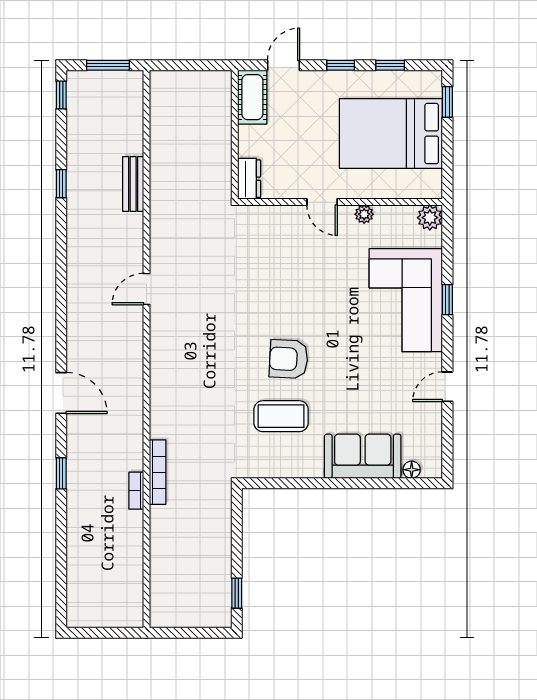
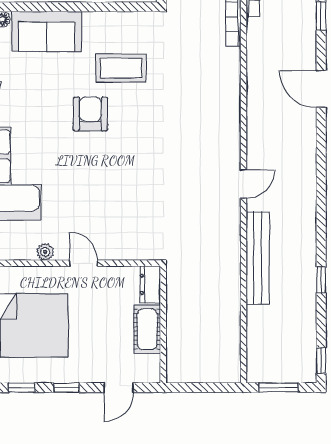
cot: (252, 97) -> (147, 329), moved
bench: (133, 184) -> (258, 258), width x1.86, depth x1.21
armchair: (289, 359) -> (90, 114), moved, turned -93

